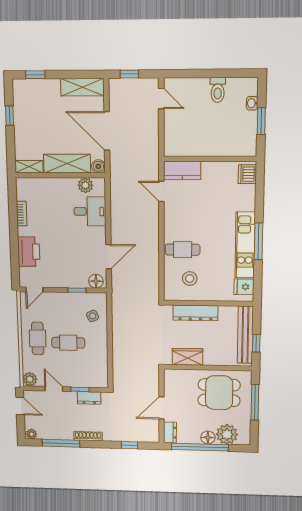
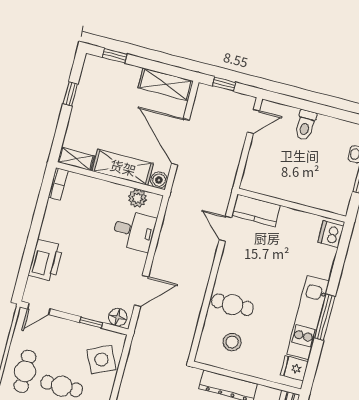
toilet: (218, 90) -> (305, 125), moved
door: (161, 99) -> (253, 121), hinge flipped
bookcase: (22, 214) -> (58, 184), moved
side table: (93, 316) -> (101, 359), width x1.87, depth x1.87

